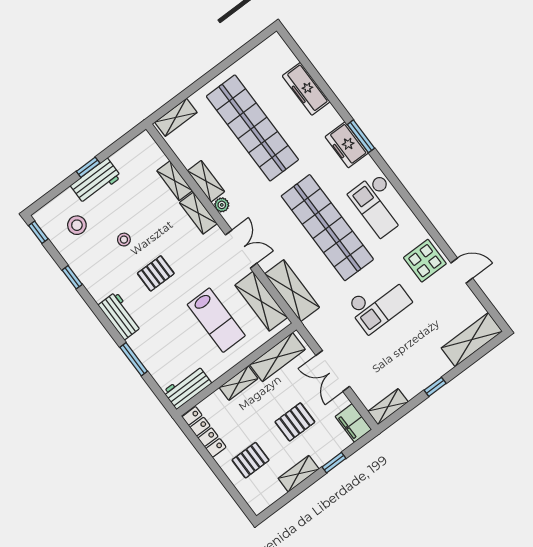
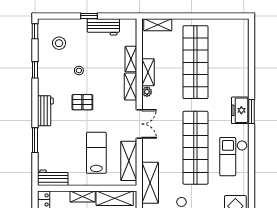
freezer: (306, 89) -> (241, 63), removed
workbench: (96, 181) -> (103, 27), moved
shelving: (292, 291) -> (150, 183), moved
lab bench: (216, 320) -> (96, 153), turned 180

